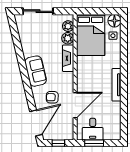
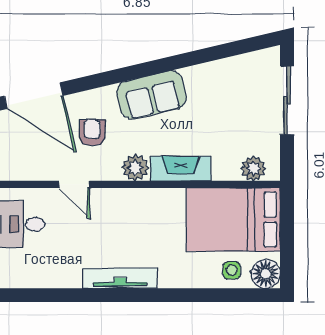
plant: (68, 38) -> (135, 168), moved
door: (75, 105) -> (74, 184), width x0.53

